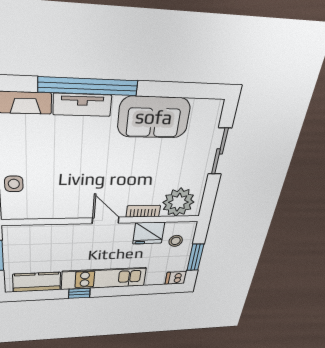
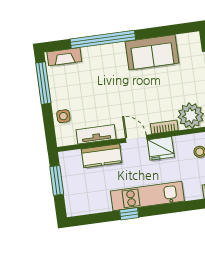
tv unit: (82, 105) -> (96, 134), moved, turned 180
fridge: (149, 233) -> (161, 148), moved
kitchen counter: (37, 282) -> (102, 156), moved, turned 180

